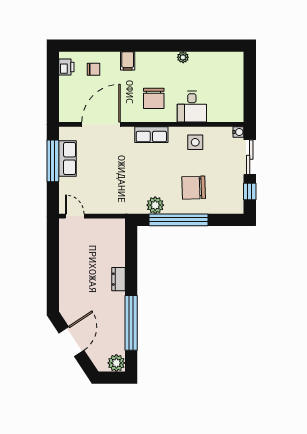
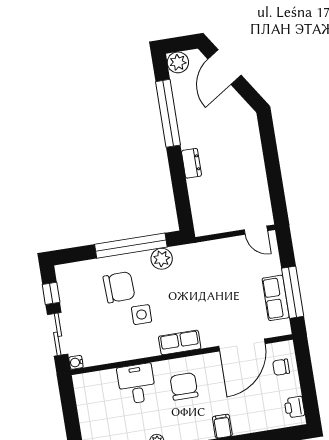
chair: (93, 69) -> (281, 367), moved
side table: (195, 142) -> (142, 315), moved
door: (71, 342) -> (225, 67), moved

